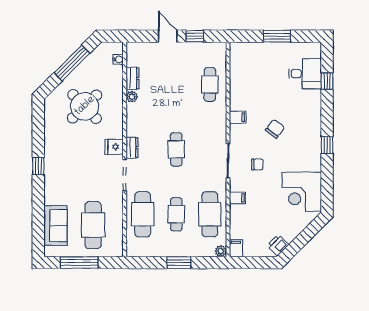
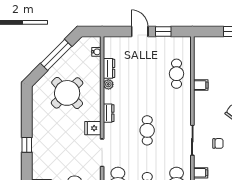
filing cabinet: (238, 117) -> (201, 85), moved
dresser: (132, 148) -> (109, 113), moved

